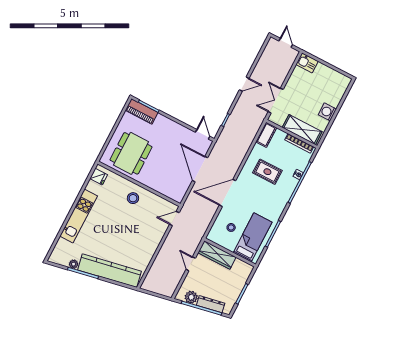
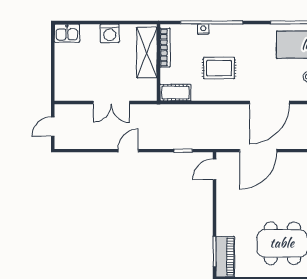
kitchen sink: (307, 63) -> (67, 33), moved, turned 90
door: (244, 84) -> (128, 151), hinge flipped
double door: (276, 101) -> (111, 103), moved
rug: (267, 172) -> (219, 68), turned 90
door: (228, 193) -> (269, 103), hinge flipped

